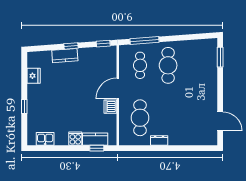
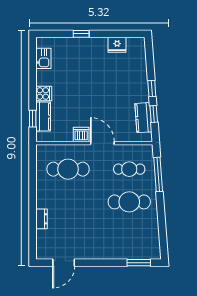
window: (103, 44) -> (154, 114), moved
kitchen counter: (65, 56) -> (143, 118), moved
dresser: (159, 140) -> (41, 219), moved

